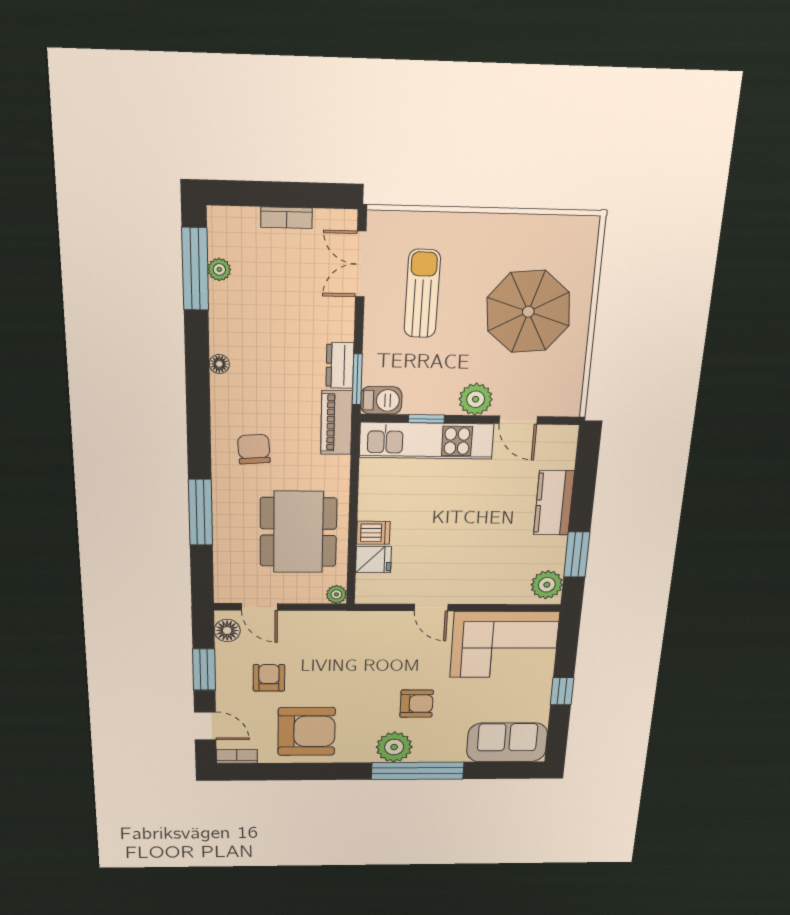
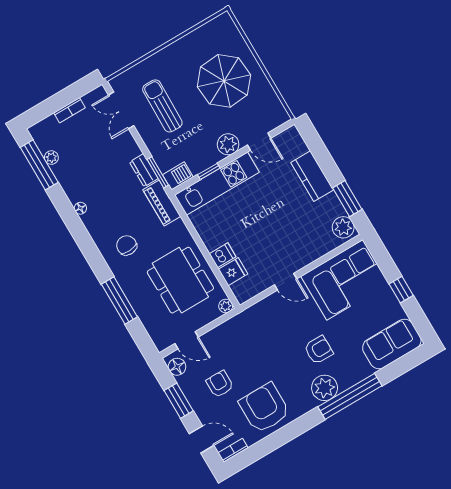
armchair: (307, 731) -> (264, 408), turned -90

